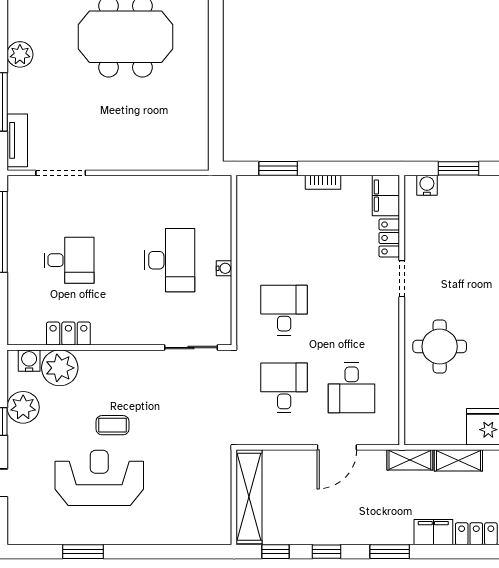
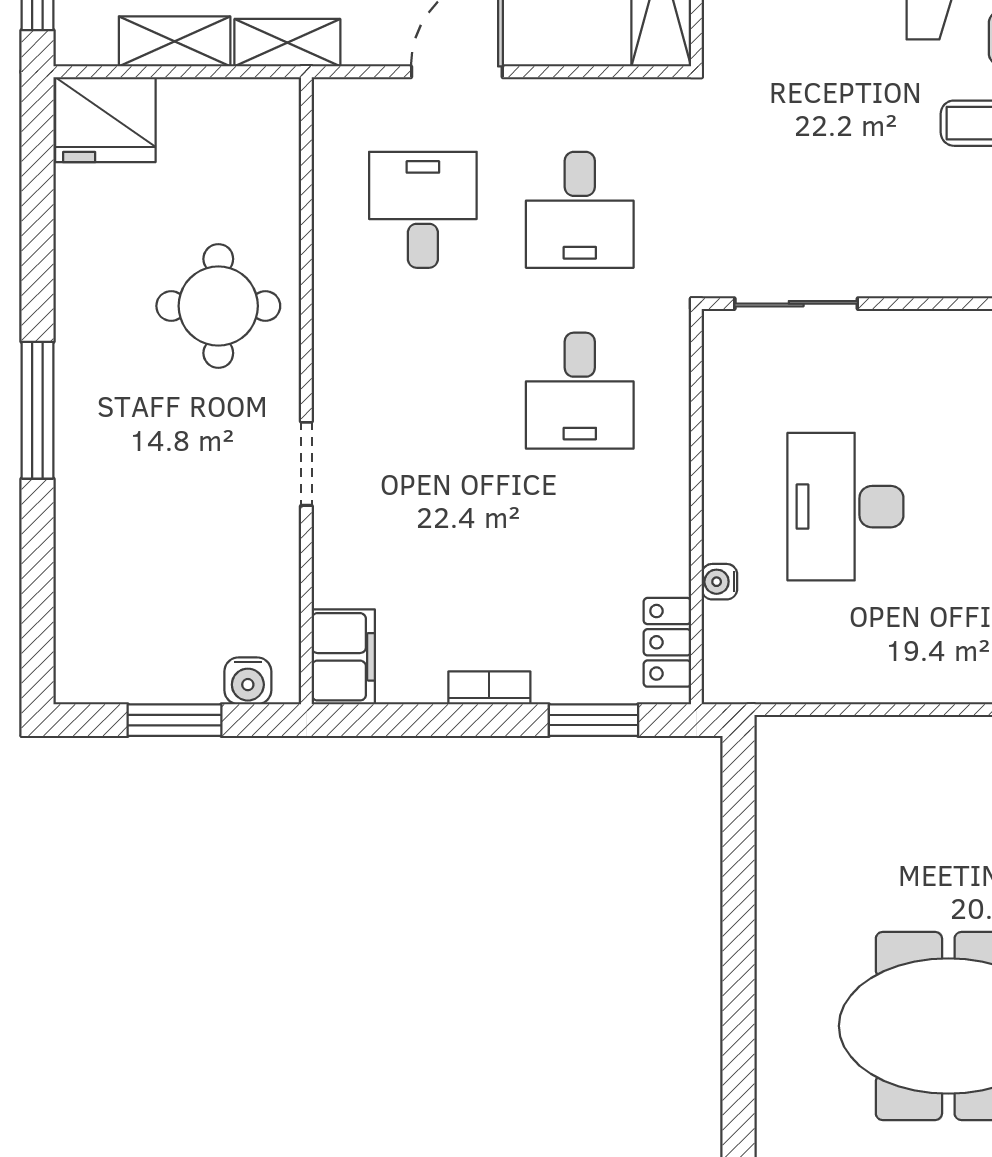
locker: (389, 238) -> (667, 642), moved, turned 180
water cooler: (224, 268) -> (719, 582), moved

